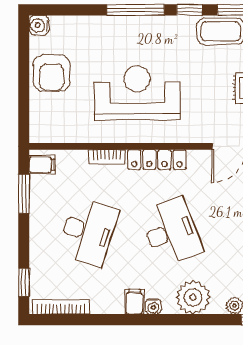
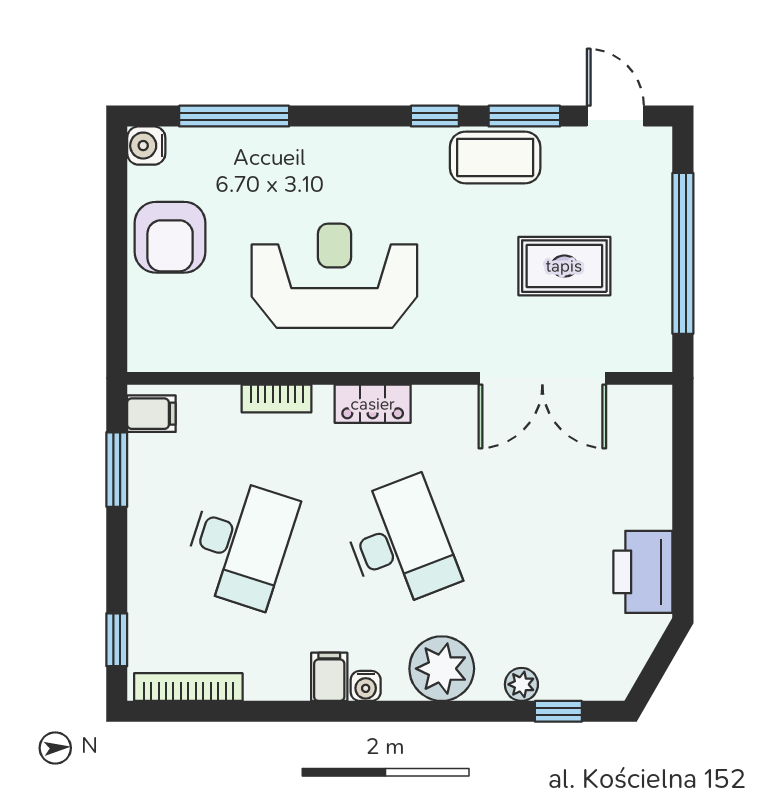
window: (136, 10) -> (234, 116), moved
locker: (157, 160) -> (373, 404), width x0.66

